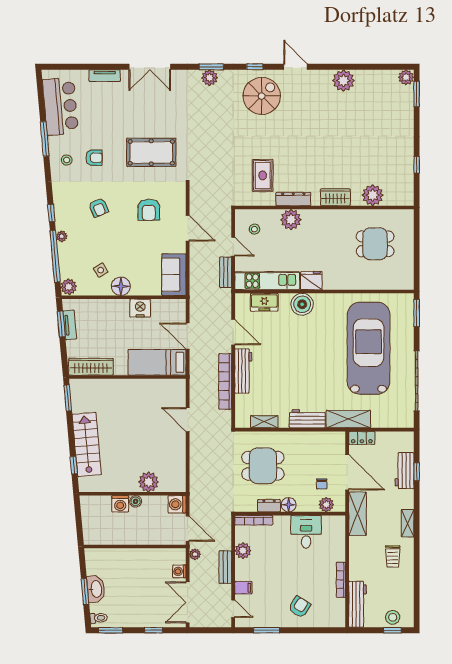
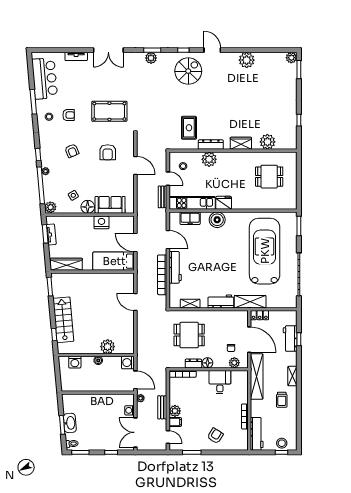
sofa: (174, 275) -> (110, 205), moved, turned 90
washing machine: (120, 504) -> (75, 362), moved
shelving: (358, 514) -> (257, 377), width x1.47
plant: (243, 551) -> (175, 411), moved

